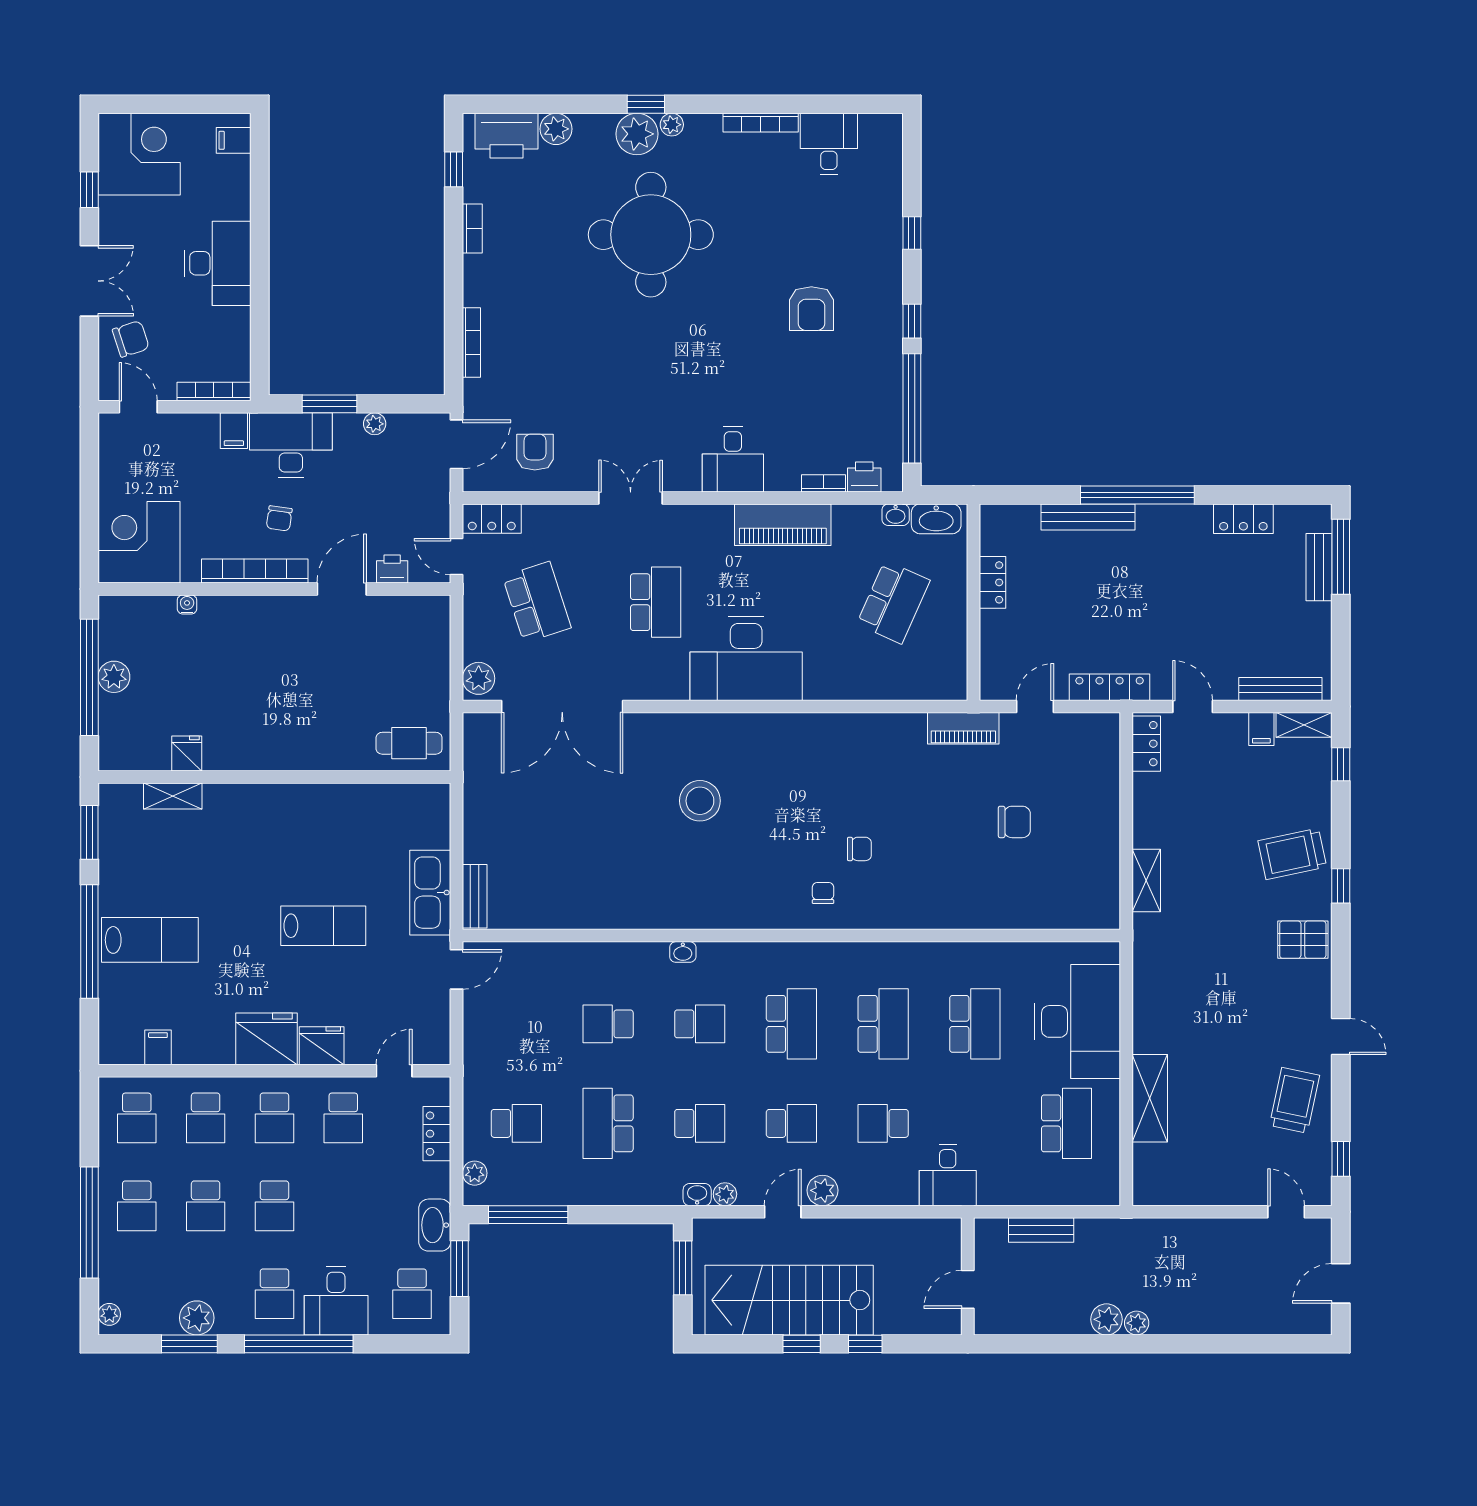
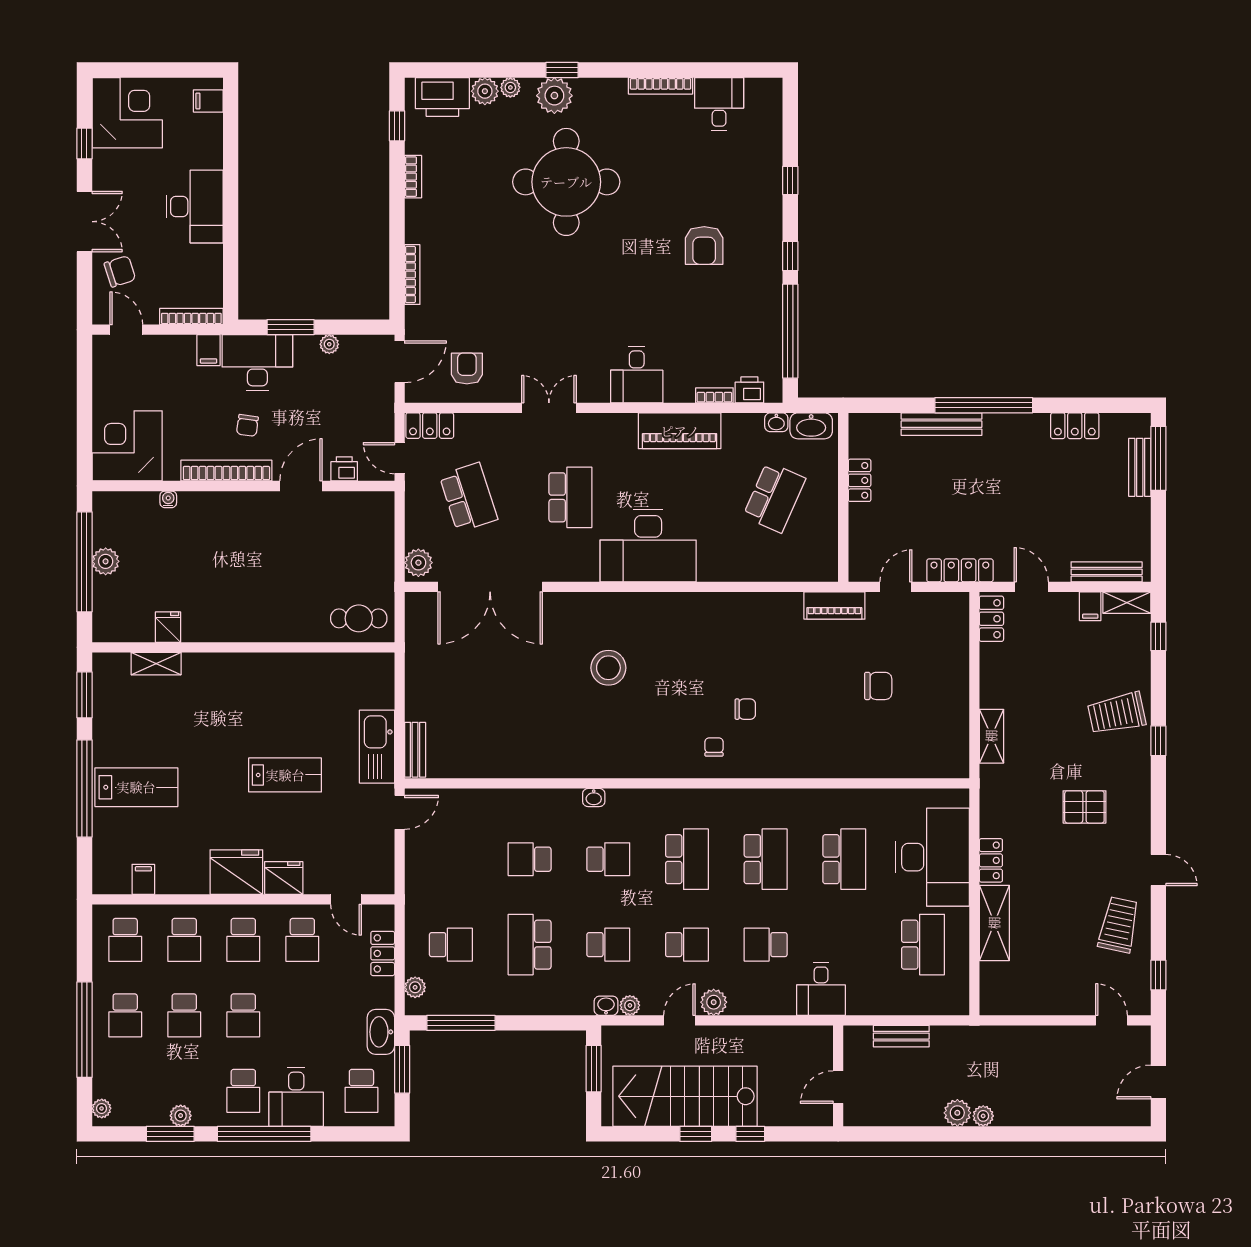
plant: (672, 125) -> (510, 87), moved
pallet: (1303, 940) -> (1084, 807), moved
locker: (1146, 1025) -> (991, 860), added
door: (394, 1071) -> (346, 899), swing flipped
plant: (197, 1318) -> (181, 1116), width x0.73, depth x0.73

